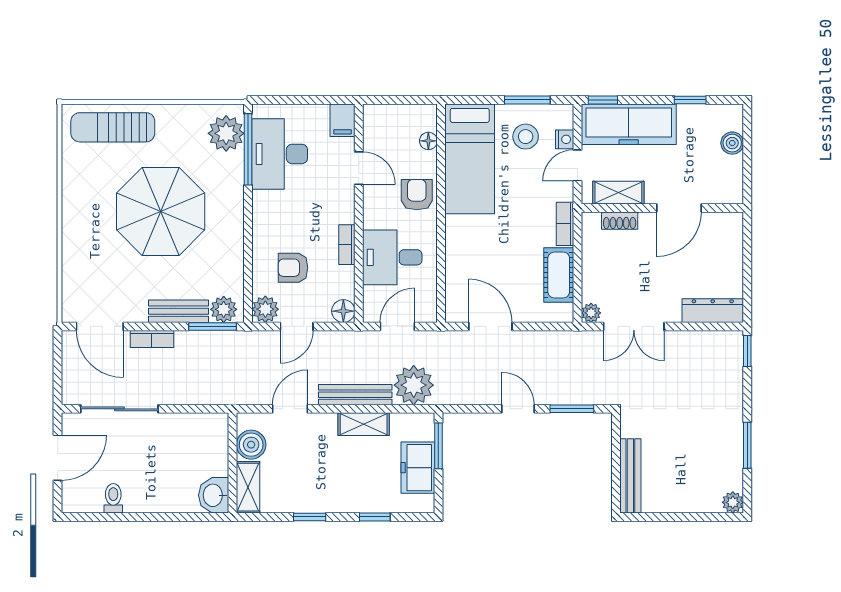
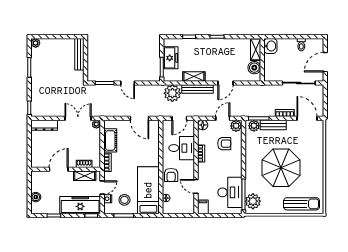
boiler: (251, 445) -> (254, 68), moved
wall: (233, 463) -> (262, 60), moved
shelving: (248, 487) -> (256, 49), moved
washbasin: (214, 495) -> (270, 46), moved

